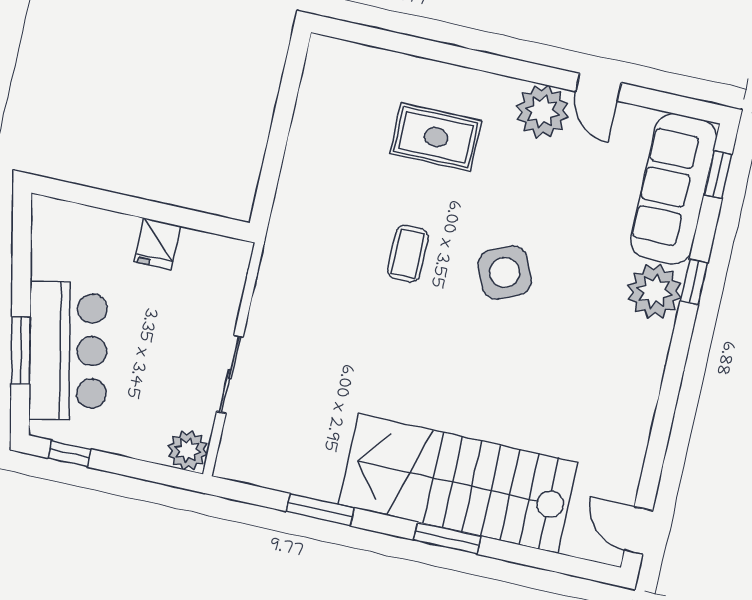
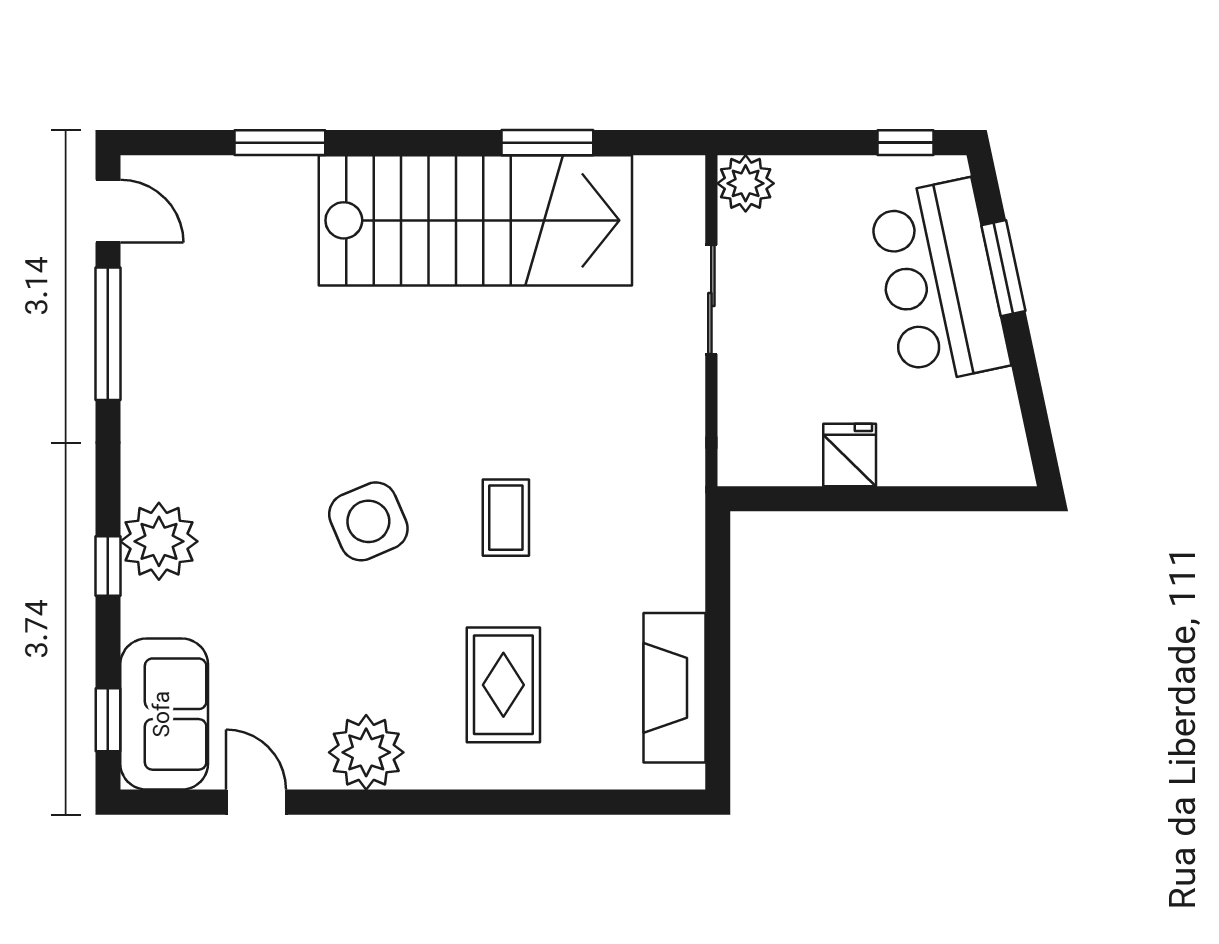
door: (598, 87) -> (256, 802), moved
fireplace: (316, 108) -> (675, 688), added
rug: (436, 137) -> (503, 685), turned 90
sofa: (674, 189) -> (164, 714), width x0.73
window: (658, 445) -> (108, 334), added
stairs: (458, 483) -> (475, 220), moved
window: (447, 538) -> (280, 143), moved

